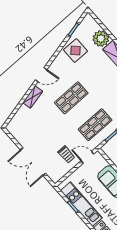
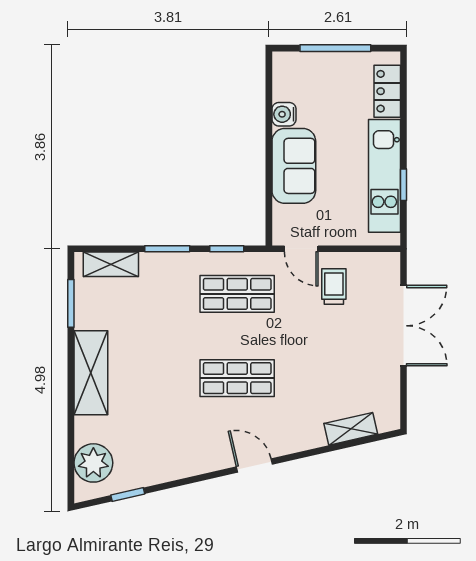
plant: (101, 39) -> (93, 463), moved
display table: (75, 51) -> (156, 455), removed
shelving: (33, 97) -> (351, 429), moved

